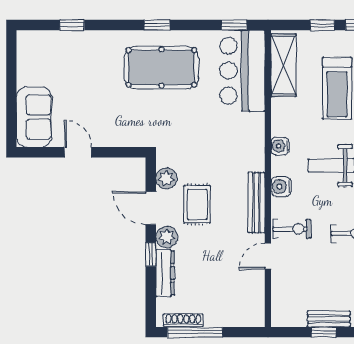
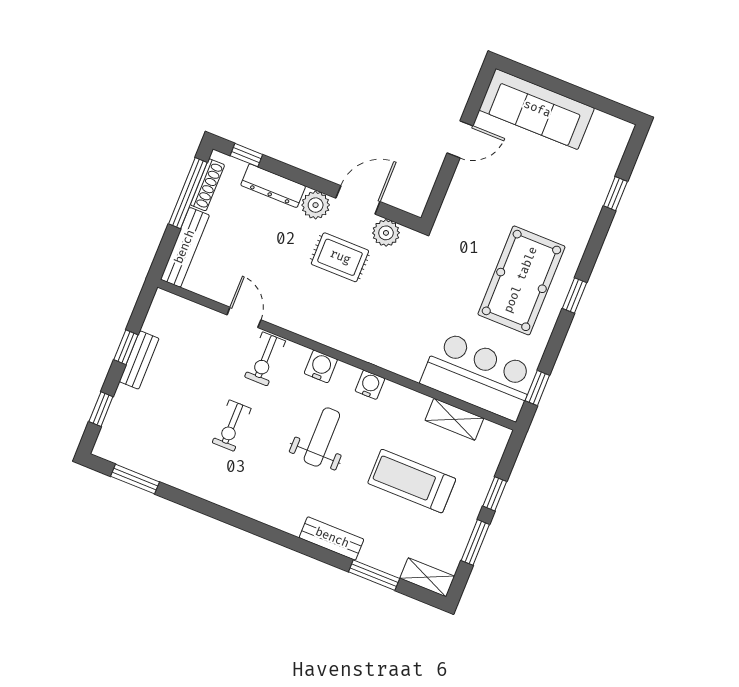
shelving: (284, 65) -> (454, 419), width x0.67, depth x0.75
sofa: (34, 117) -> (537, 109), width x1.36
bench: (256, 203) -> (185, 247), moved, turned 90
window: (151, 254) -> (246, 155), moved

